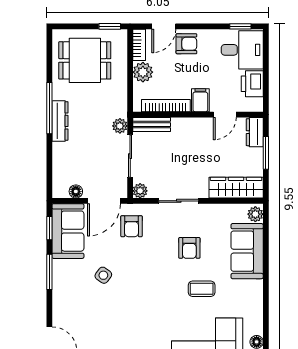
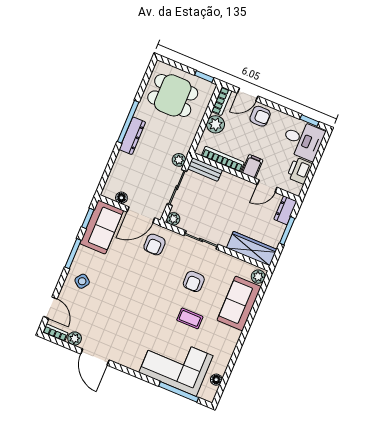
side table: (103, 275) -> (82, 281), moved

